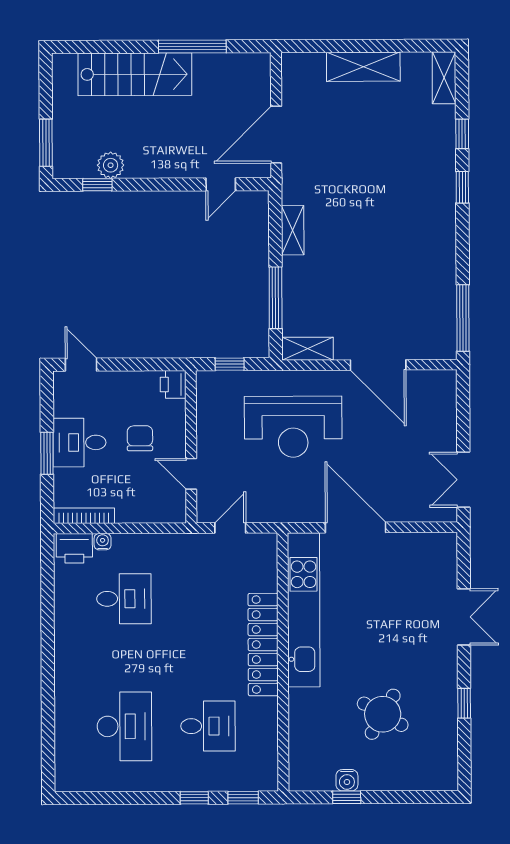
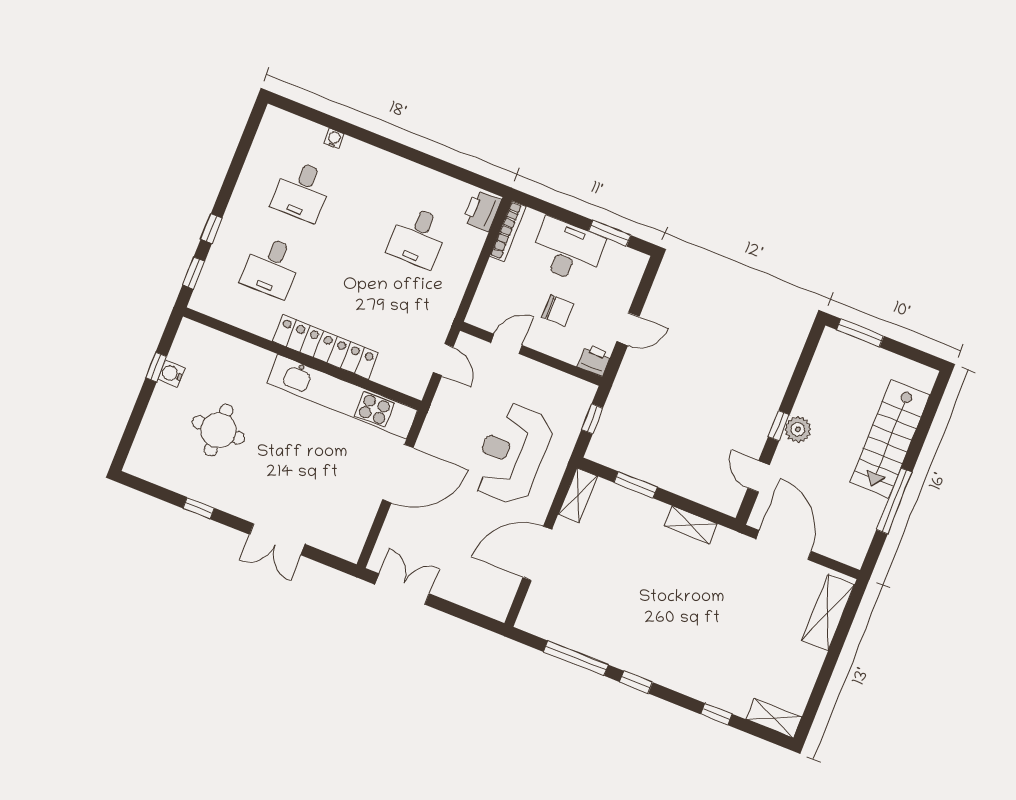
shelving: (363, 67) -> (828, 612), moved
plant: (111, 165) -> (798, 429), moved
window: (97, 185) -> (779, 426), moved
window: (462, 187) -> (636, 682), moved
window: (276, 298) -> (636, 485), width x0.69
window: (463, 318) -> (576, 658), moved
door: (81, 365) -> (628, 329), moved
desk: (79, 442) -> (568, 251), width x1.37
window: (47, 453) -> (610, 233), moved
water cooler: (103, 542) -> (334, 139), moved, turned -90
round table: (383, 714) -> (218, 430), turned -30
desk: (124, 726) -> (302, 191), width x0.73

